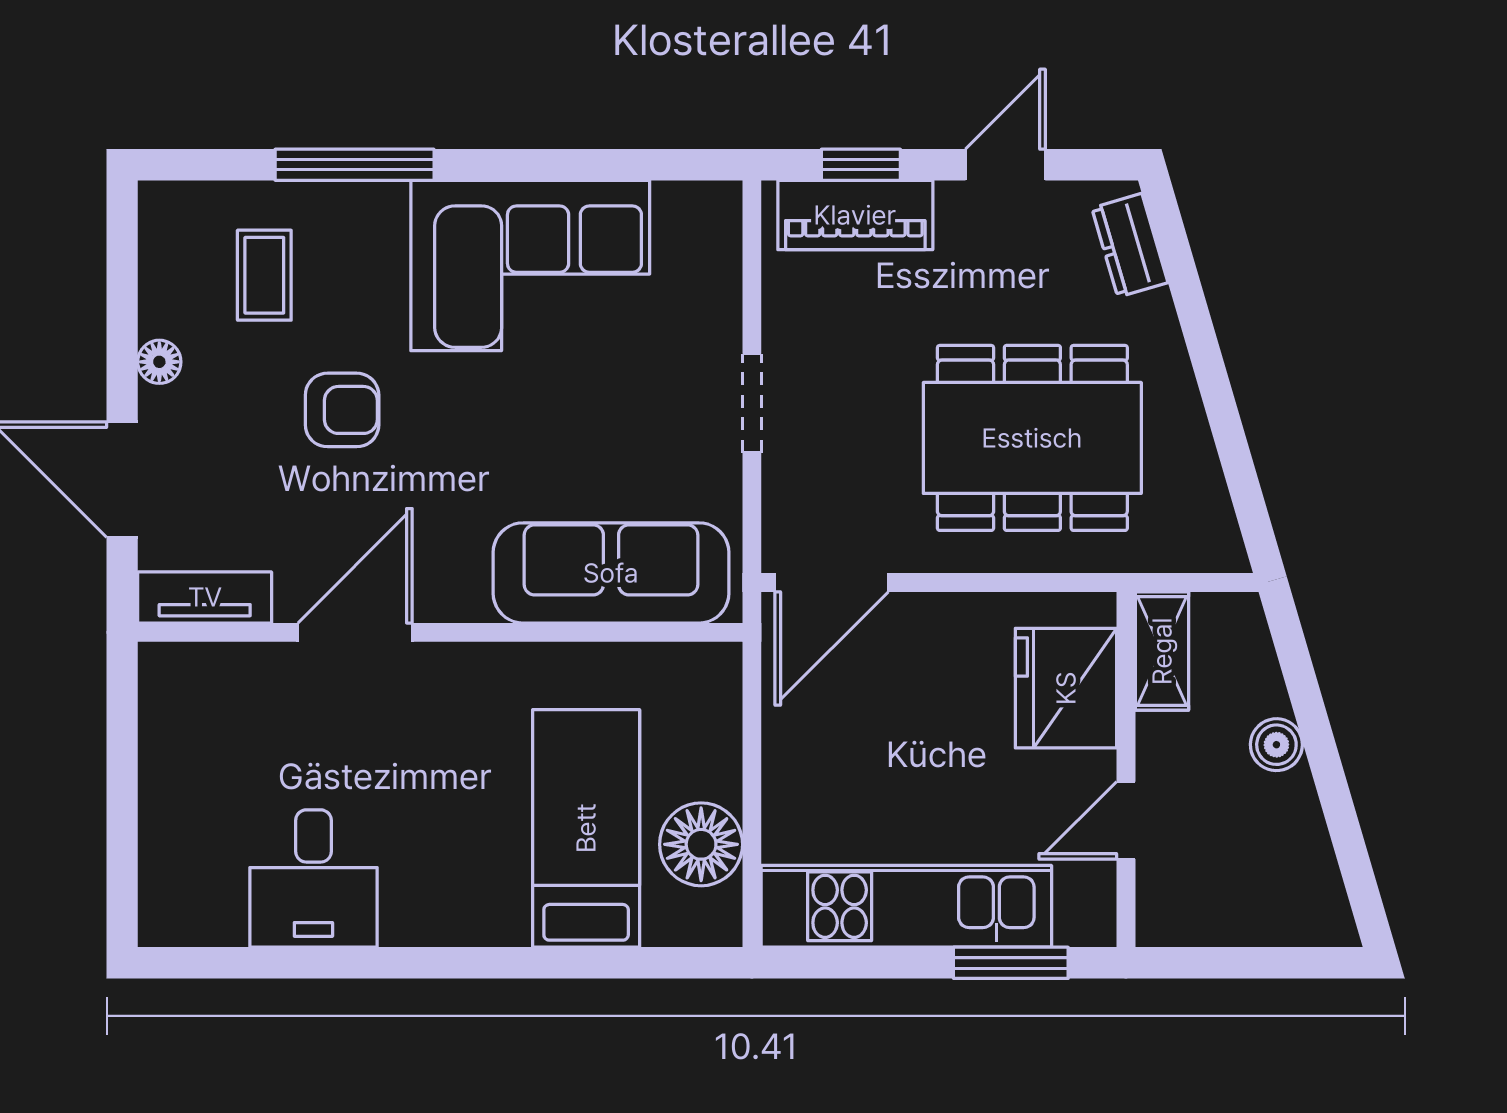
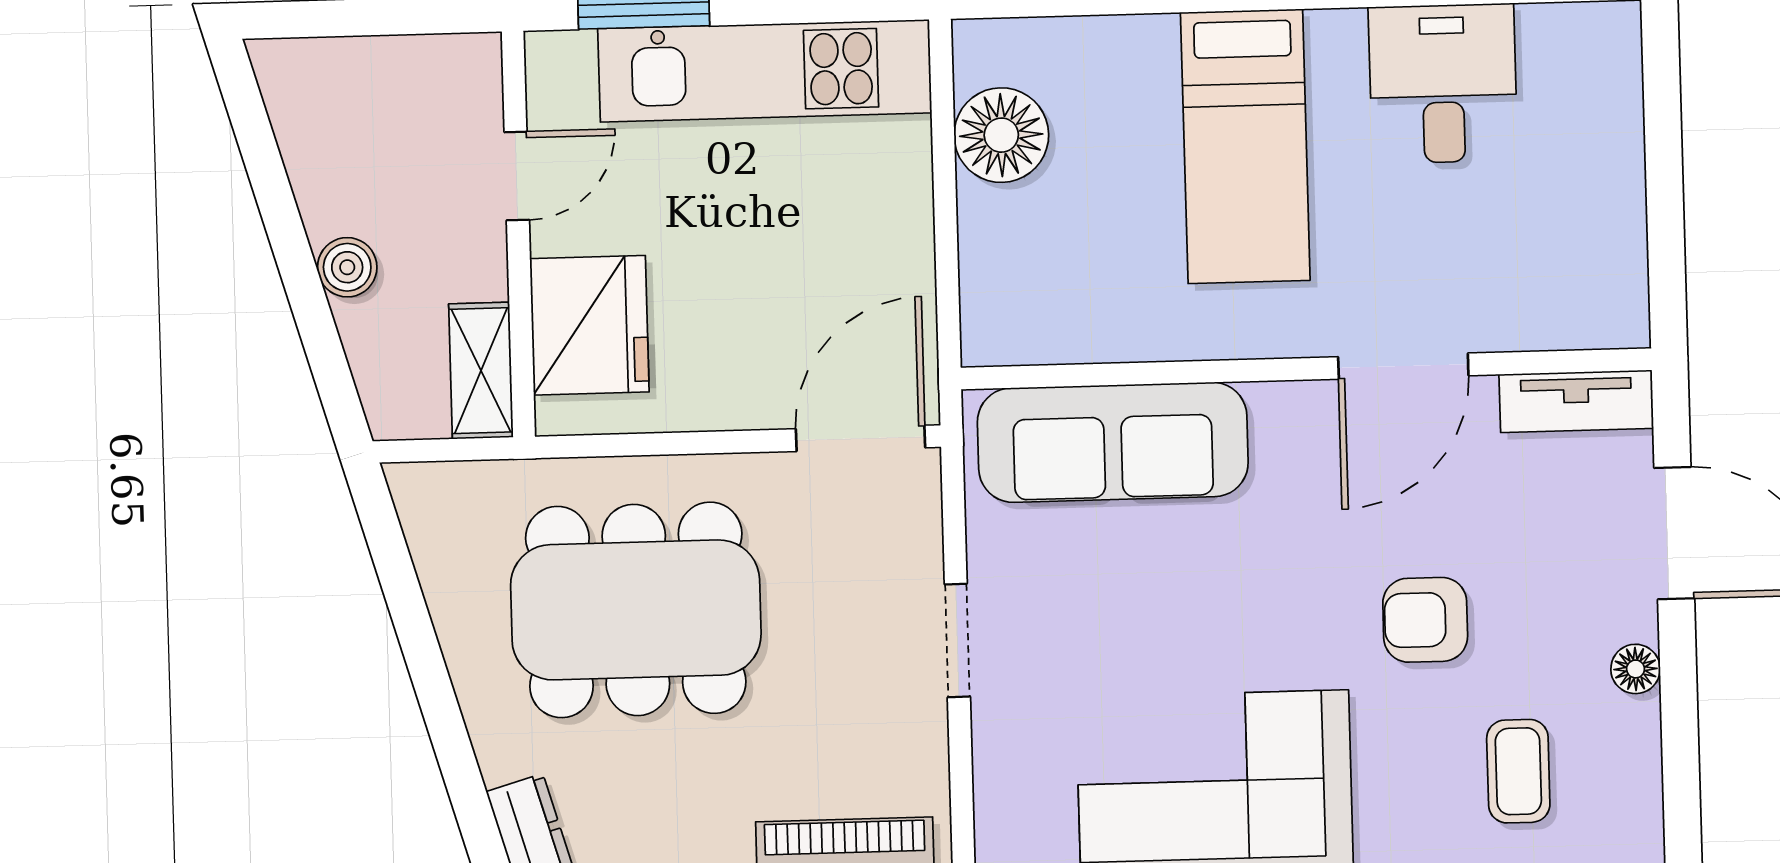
bed: (586, 828) -> (1245, 146), moved

